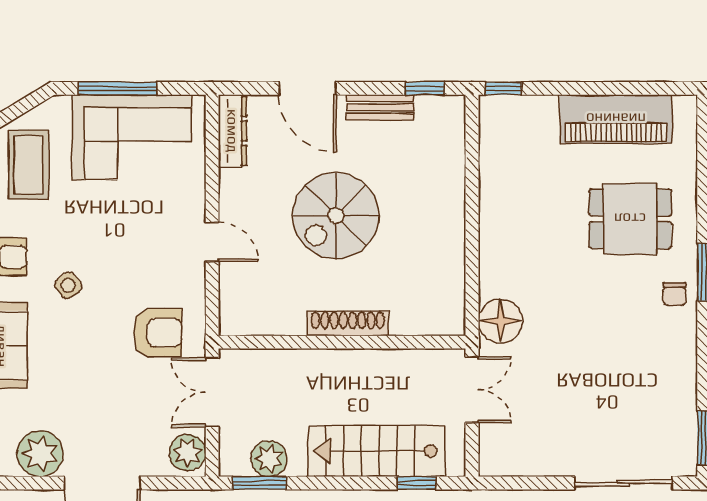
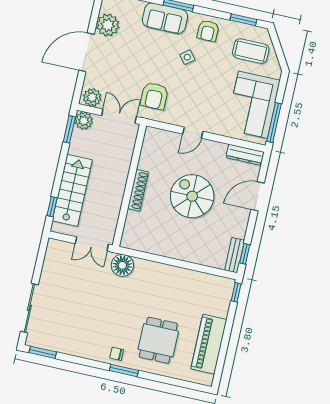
window: (118, 88) -> (274, 122), moved
bench: (380, 108) -> (235, 255), moved
plant: (269, 459) -> (84, 121), moved

